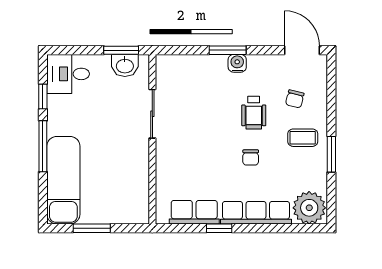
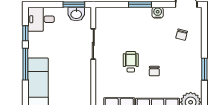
water cooler: (237, 63) -> (158, 13), moved
wheelchair: (254, 113) -> (131, 62), moved, turned 180
coffee table: (303, 138) -> (187, 59), removed

